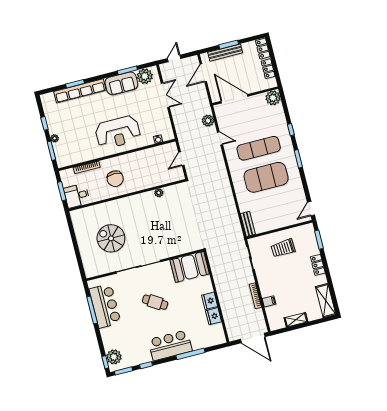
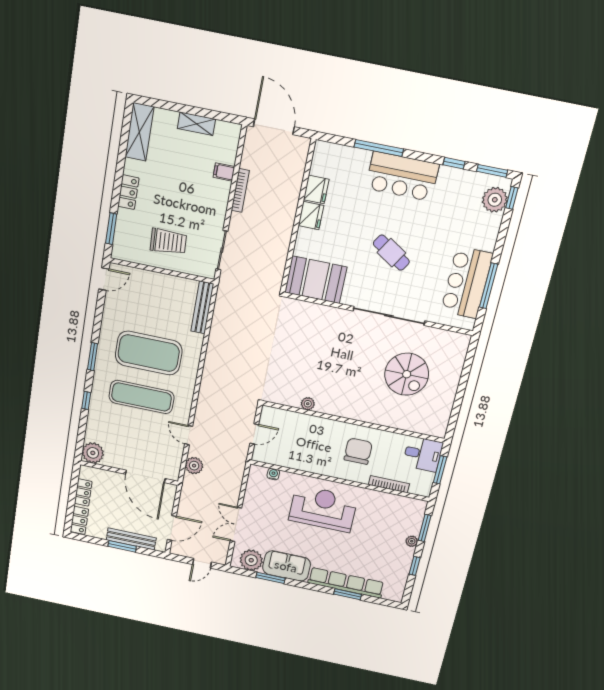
bench: (248, 224) -> (202, 308), width x1.36

